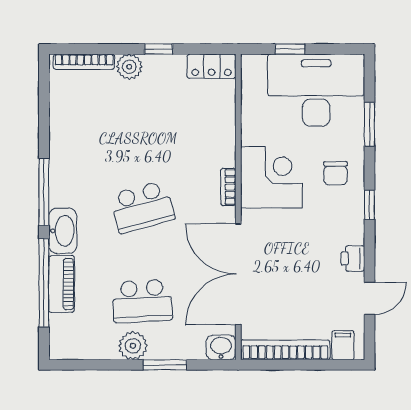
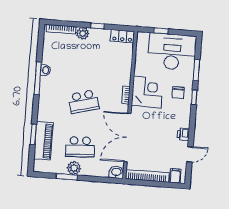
window: (44, 192) -> (38, 78), moved
window: (369, 205) -> (194, 97), moved
washbasin: (63, 231) -> (45, 70), moved, width x0.52, depth x0.69
window: (44, 283) -> (33, 134), width x0.47
piano: (62, 284) -> (43, 141), width x1.37, depth x1.33
window: (165, 365) -> (67, 177), moved

